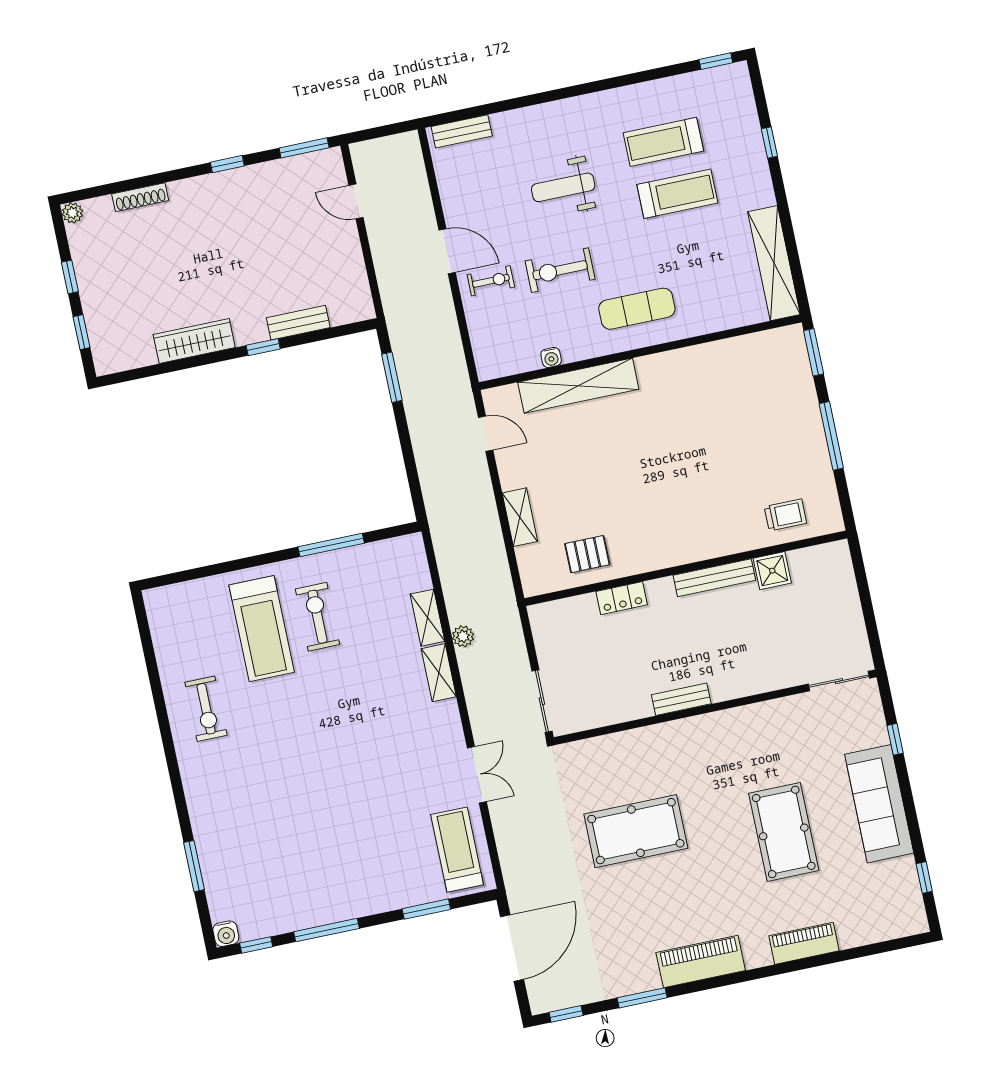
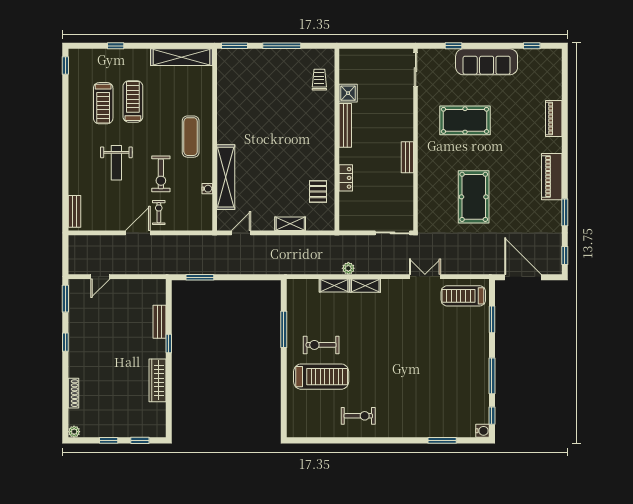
pool table: (784, 832) -> (465, 120), moved

